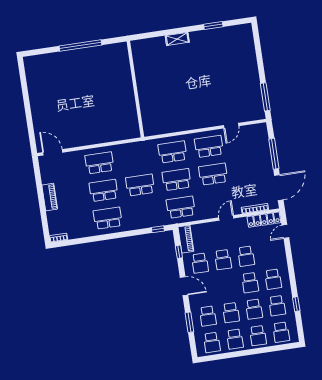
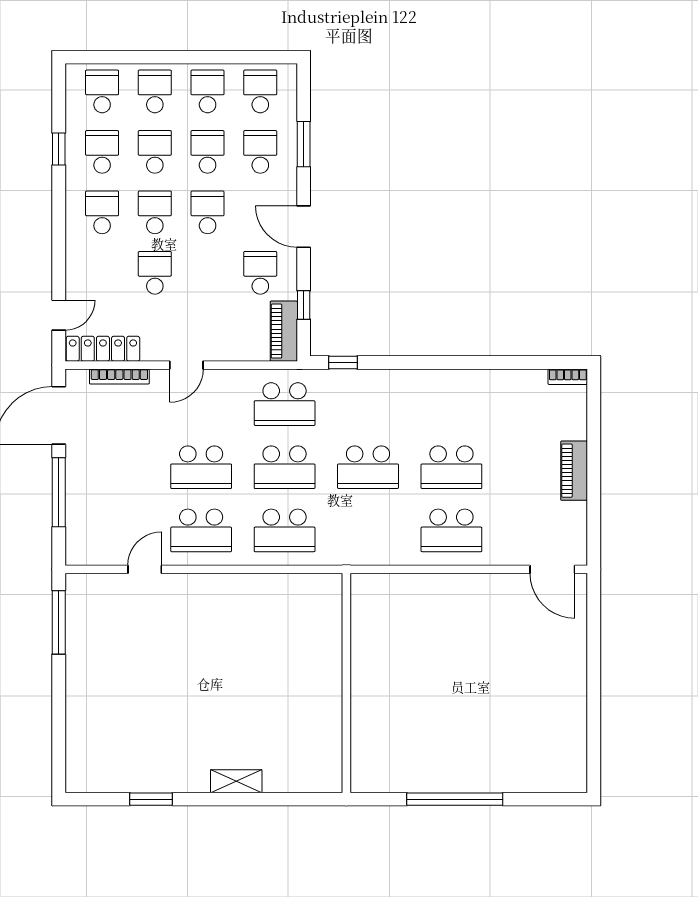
school desk: (108, 218) -> (451, 404), removed
school desk: (223, 260) -> (208, 212), moved

